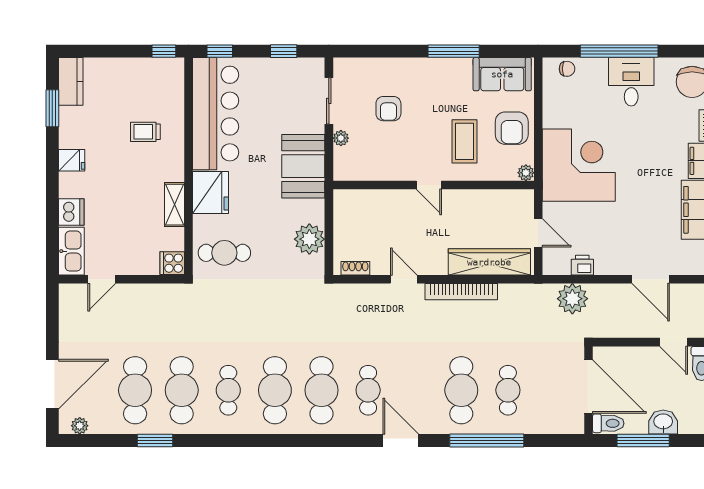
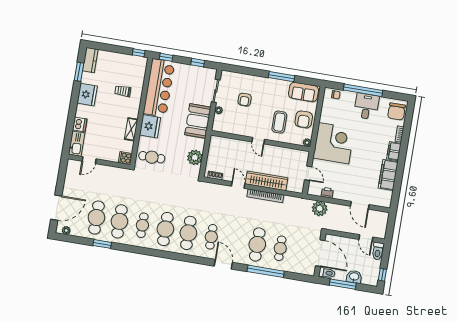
fridge: (72, 160) -> (87, 95), width x1.88, depth x1.34
wardrobe: (489, 262) -> (266, 181), moved

